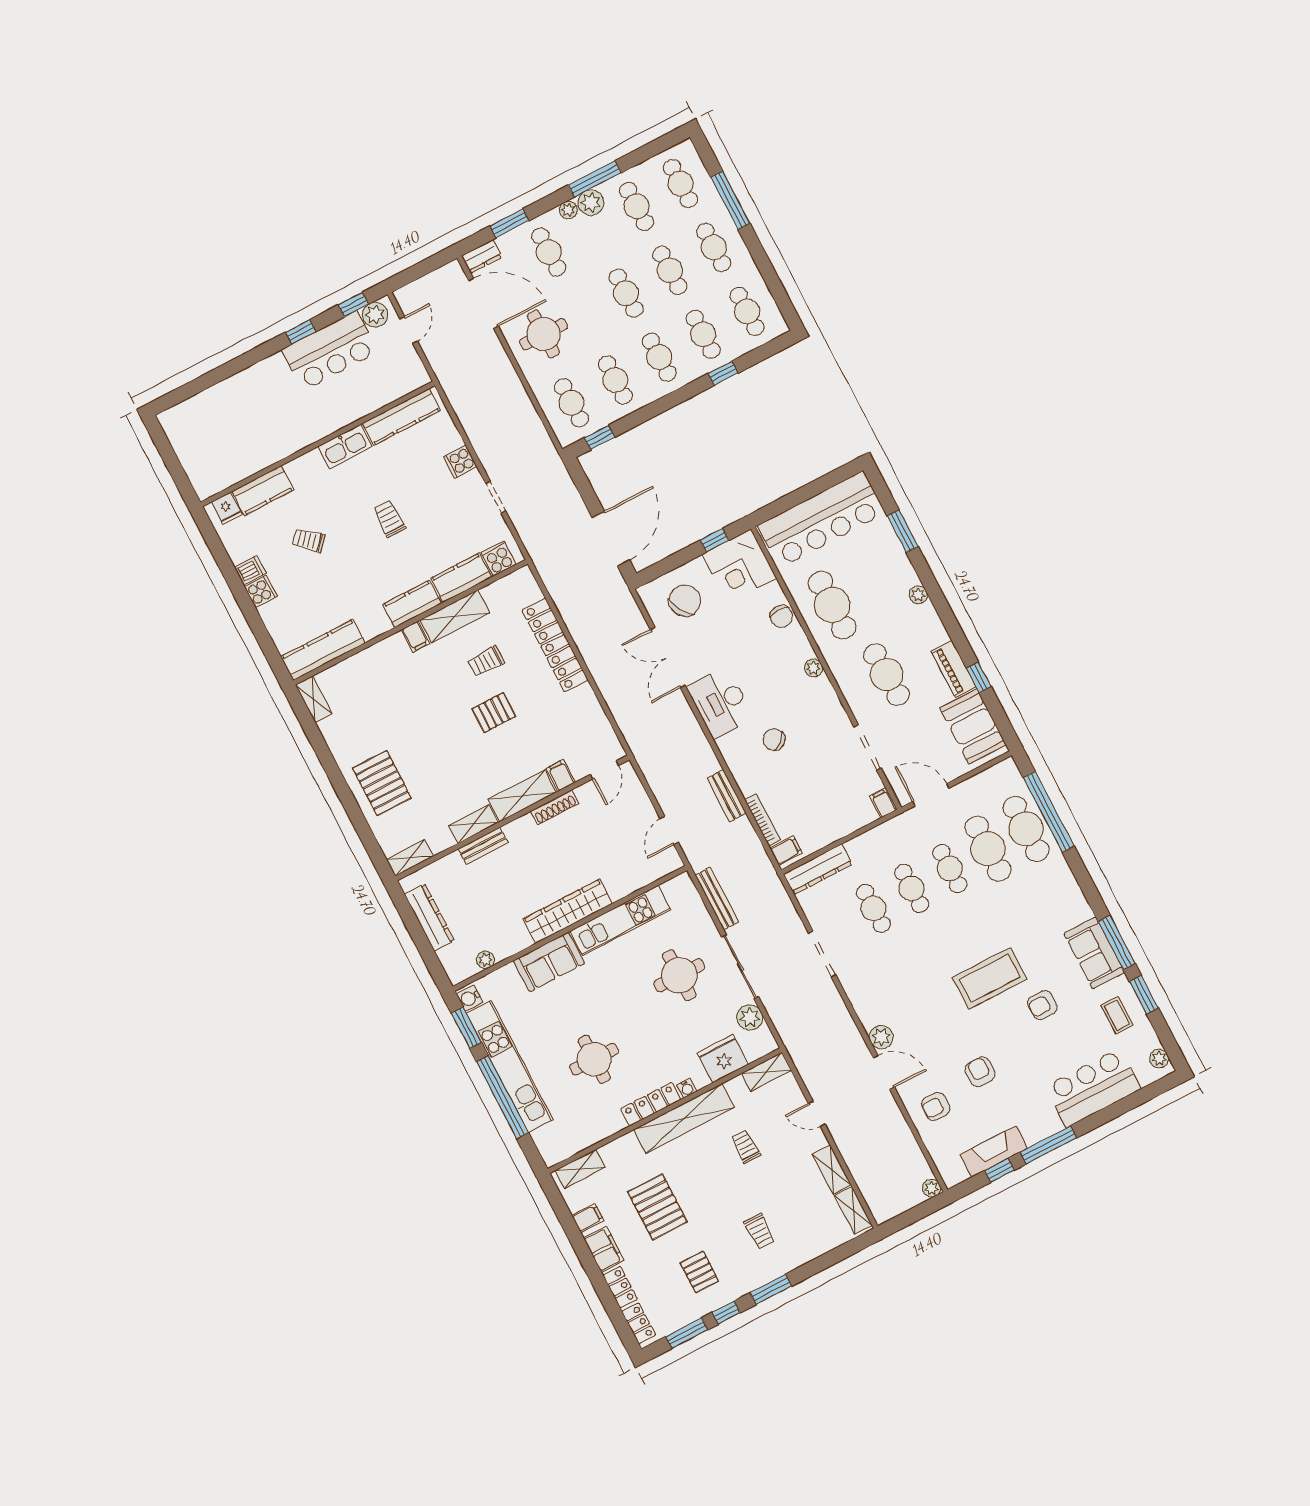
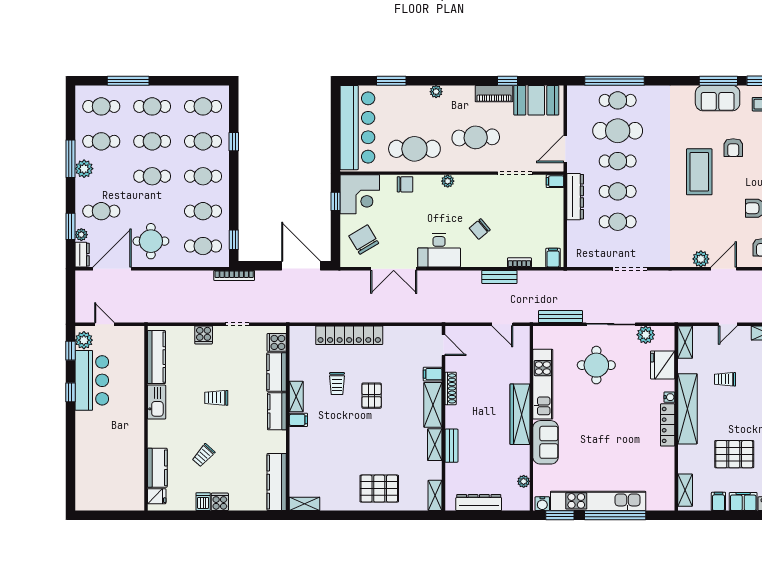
plant: (568, 210) -> (81, 235), moved
bookcase: (555, 461) -> (234, 275), added
shelving: (455, 616) -> (296, 397), width x0.67, depth x0.75
bookcase: (762, 820) -> (519, 262), width x0.64
cafe table: (1026, 829) -> (618, 100), width x0.73, depth x0.74
dresser: (818, 869) -> (575, 197), moved
round table: (594, 1059) -> (621, 446), removed

